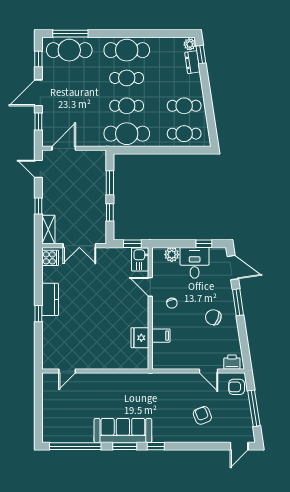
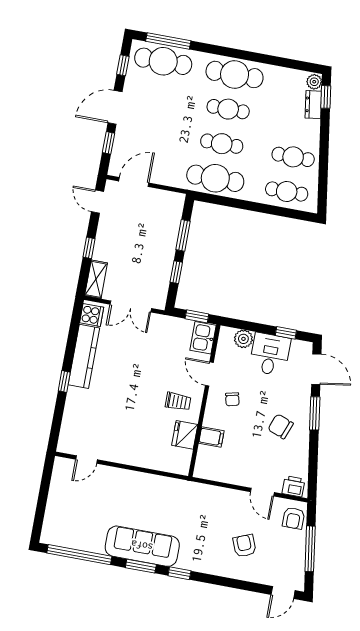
kitchen counter: (50, 299) -> (84, 356), width x1.50
trolley: (130, 313) -> (178, 401), added
armchair: (237, 387) -> (293, 518), turned -90

